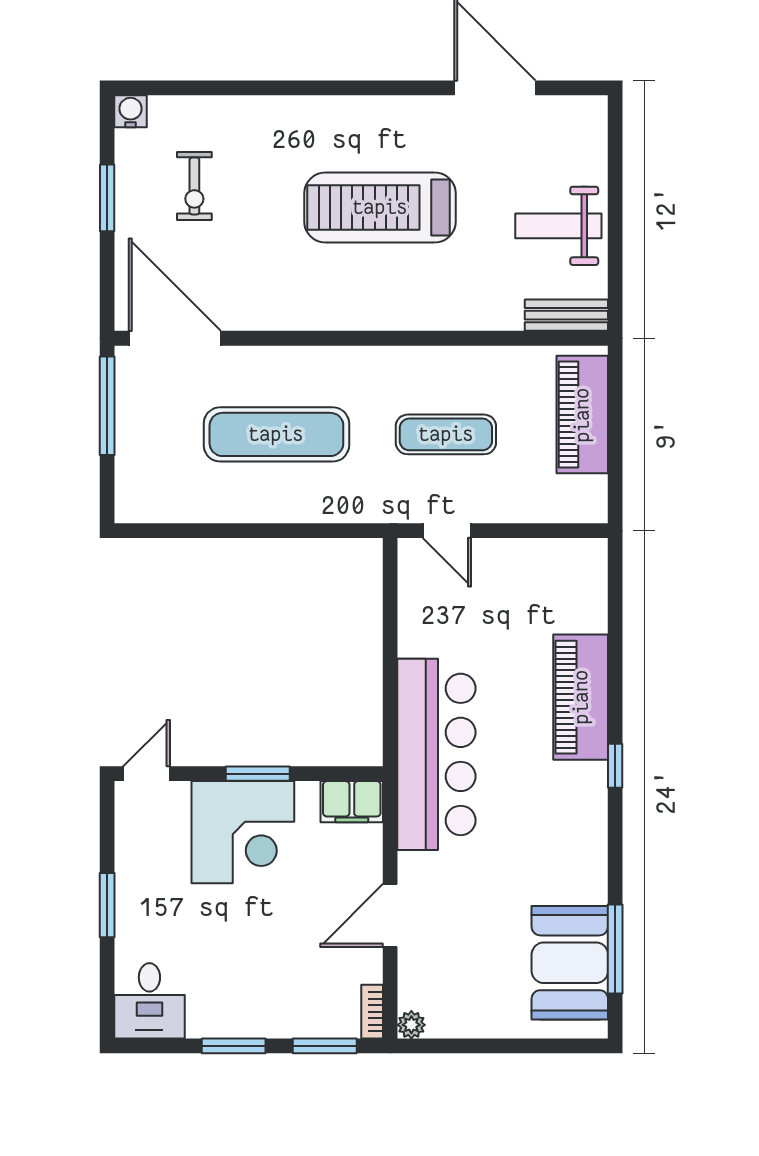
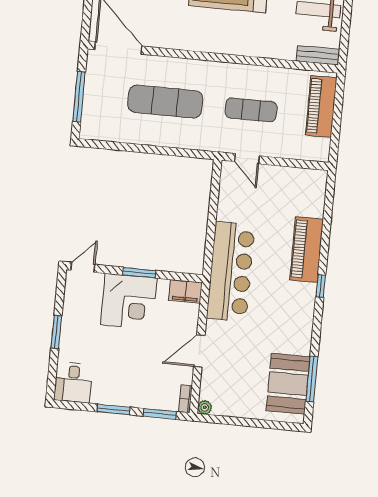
window: (107, 406) -> (79, 97), moved

